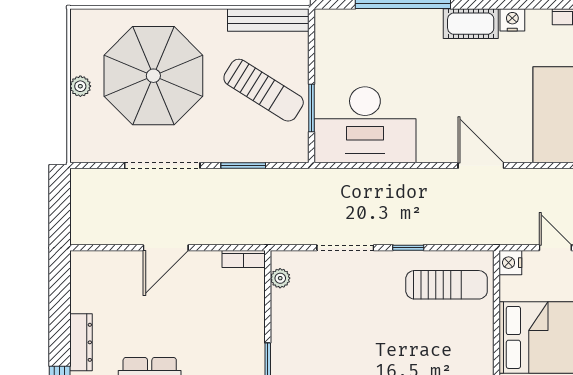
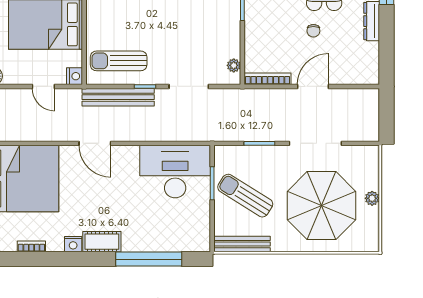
bench: (447, 232) -> (118, 97), added
bookcase: (244, 259) -> (267, 79), width x1.56
chair: (165, 328) -> (313, 31), added

